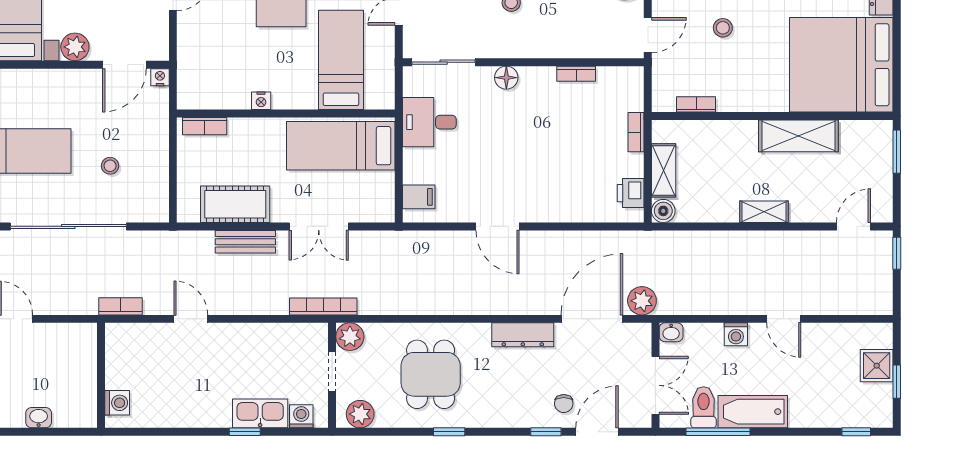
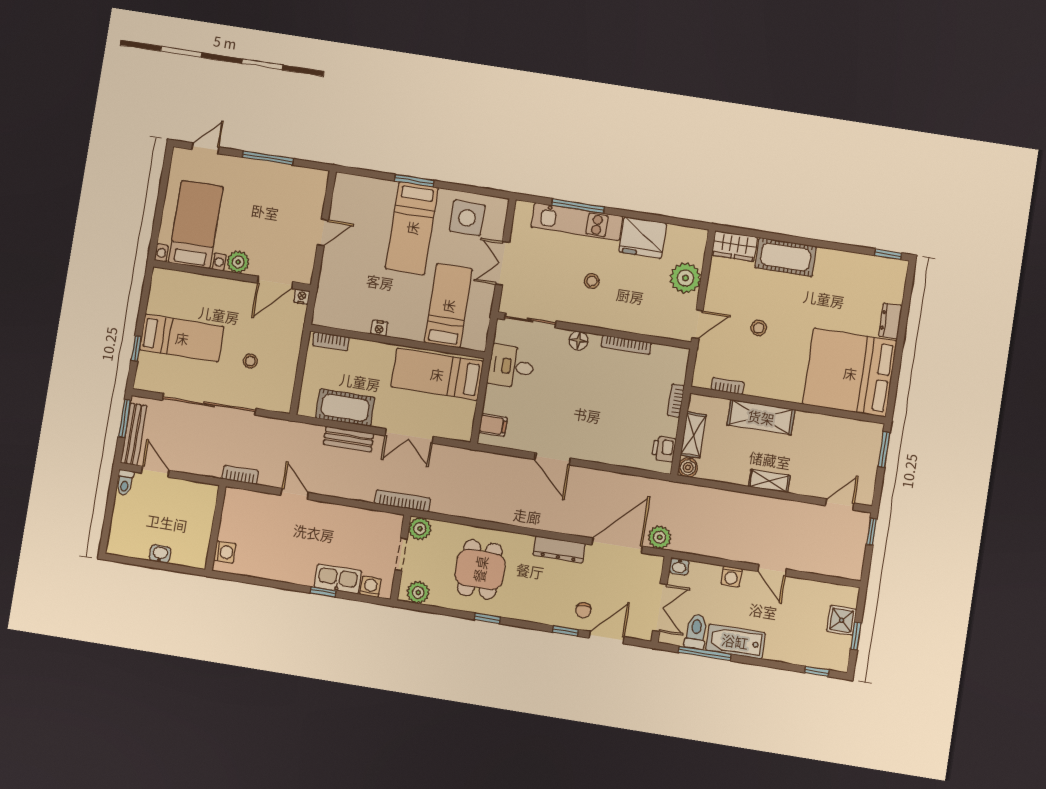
bookcase: (576, 74) -> (626, 345), width x1.56
shelving: (798, 136) -> (761, 417), moved

